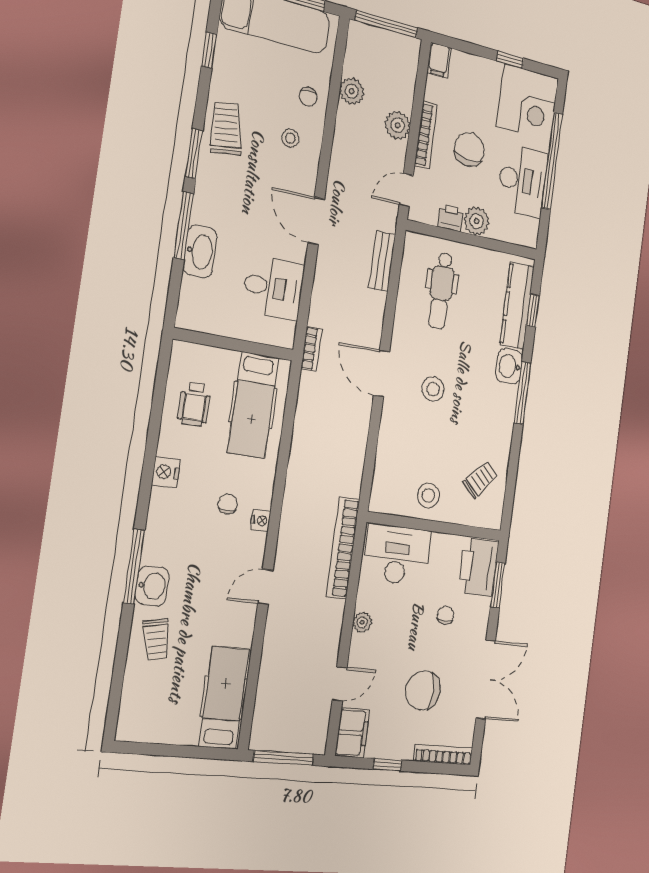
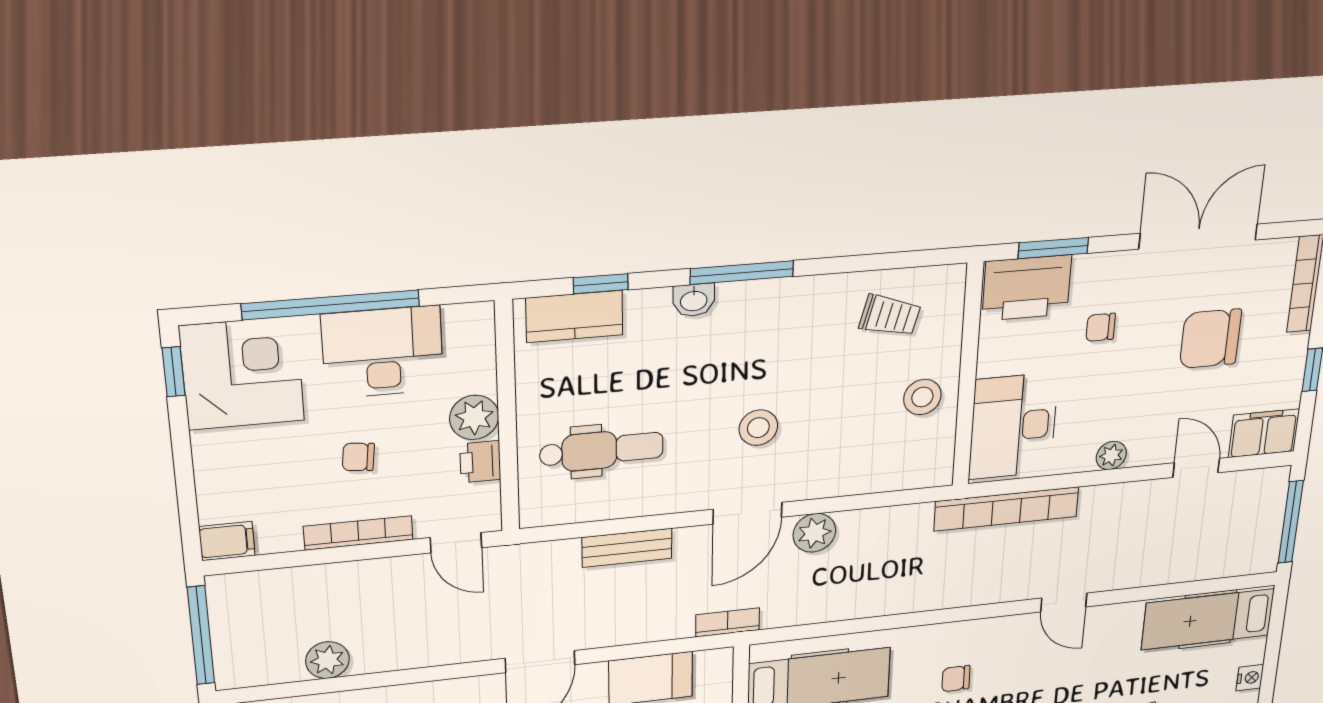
window: (510, 60) -> (174, 372), moved
plant: (398, 125) -> (814, 533), moved
chair: (469, 149) -> (358, 457), width x0.54, depth x0.54
bench: (382, 261) -> (627, 548), moved
kitchen counter: (517, 306) -> (574, 316), width x0.67
washbasin: (509, 366) -> (694, 300), width x0.72, depth x0.69
trolley: (481, 479) -> (890, 316), turned 151
nightstand: (261, 521) -> (1250, 678), moved, turned 90
chair: (423, 690) -> (1210, 339), turned 90

